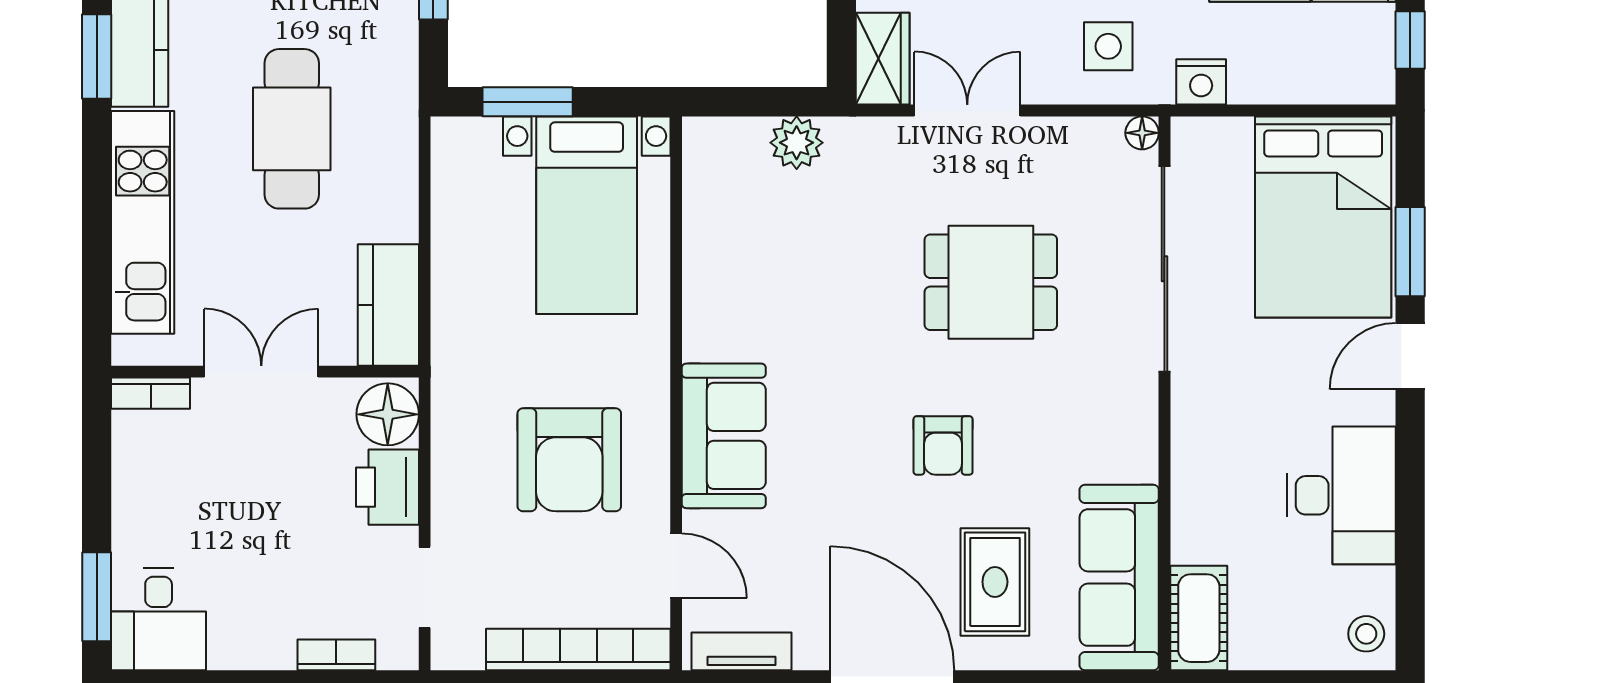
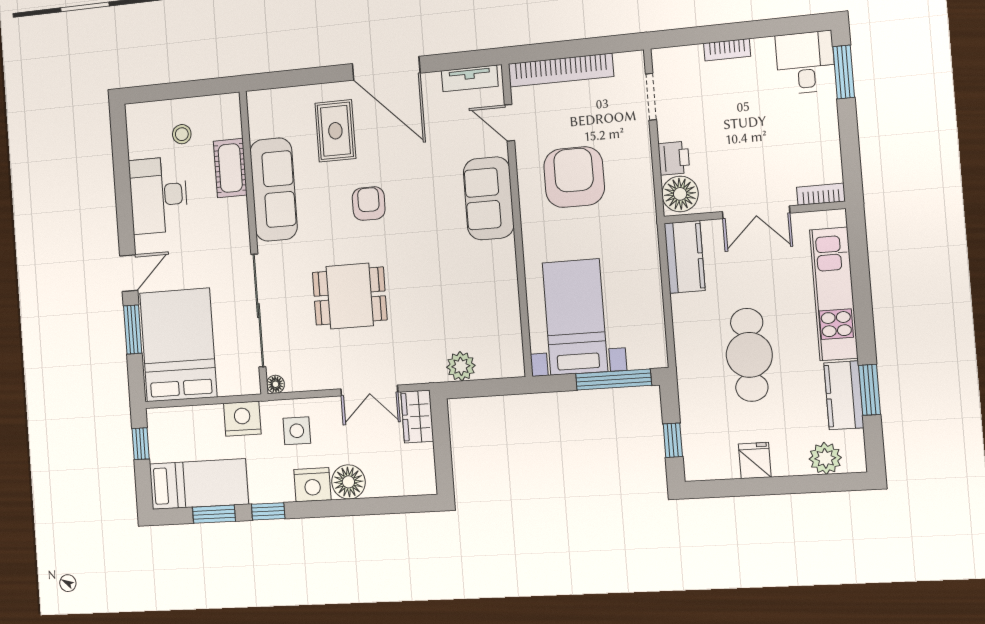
nightstand: (1201, 82) -> (242, 419), width x1.36, depth x1.33
window: (528, 102) -> (614, 380), width x1.44
printer: (387, 487) -> (674, 158), width x0.73, depth x0.81
sofa: (1119, 578) -> (274, 190), moved
cot: (1199, 618) -> (230, 168), moved
stool: (1366, 634) -> (182, 134), moved
bookcase: (336, 655) -> (727, 50), moved

